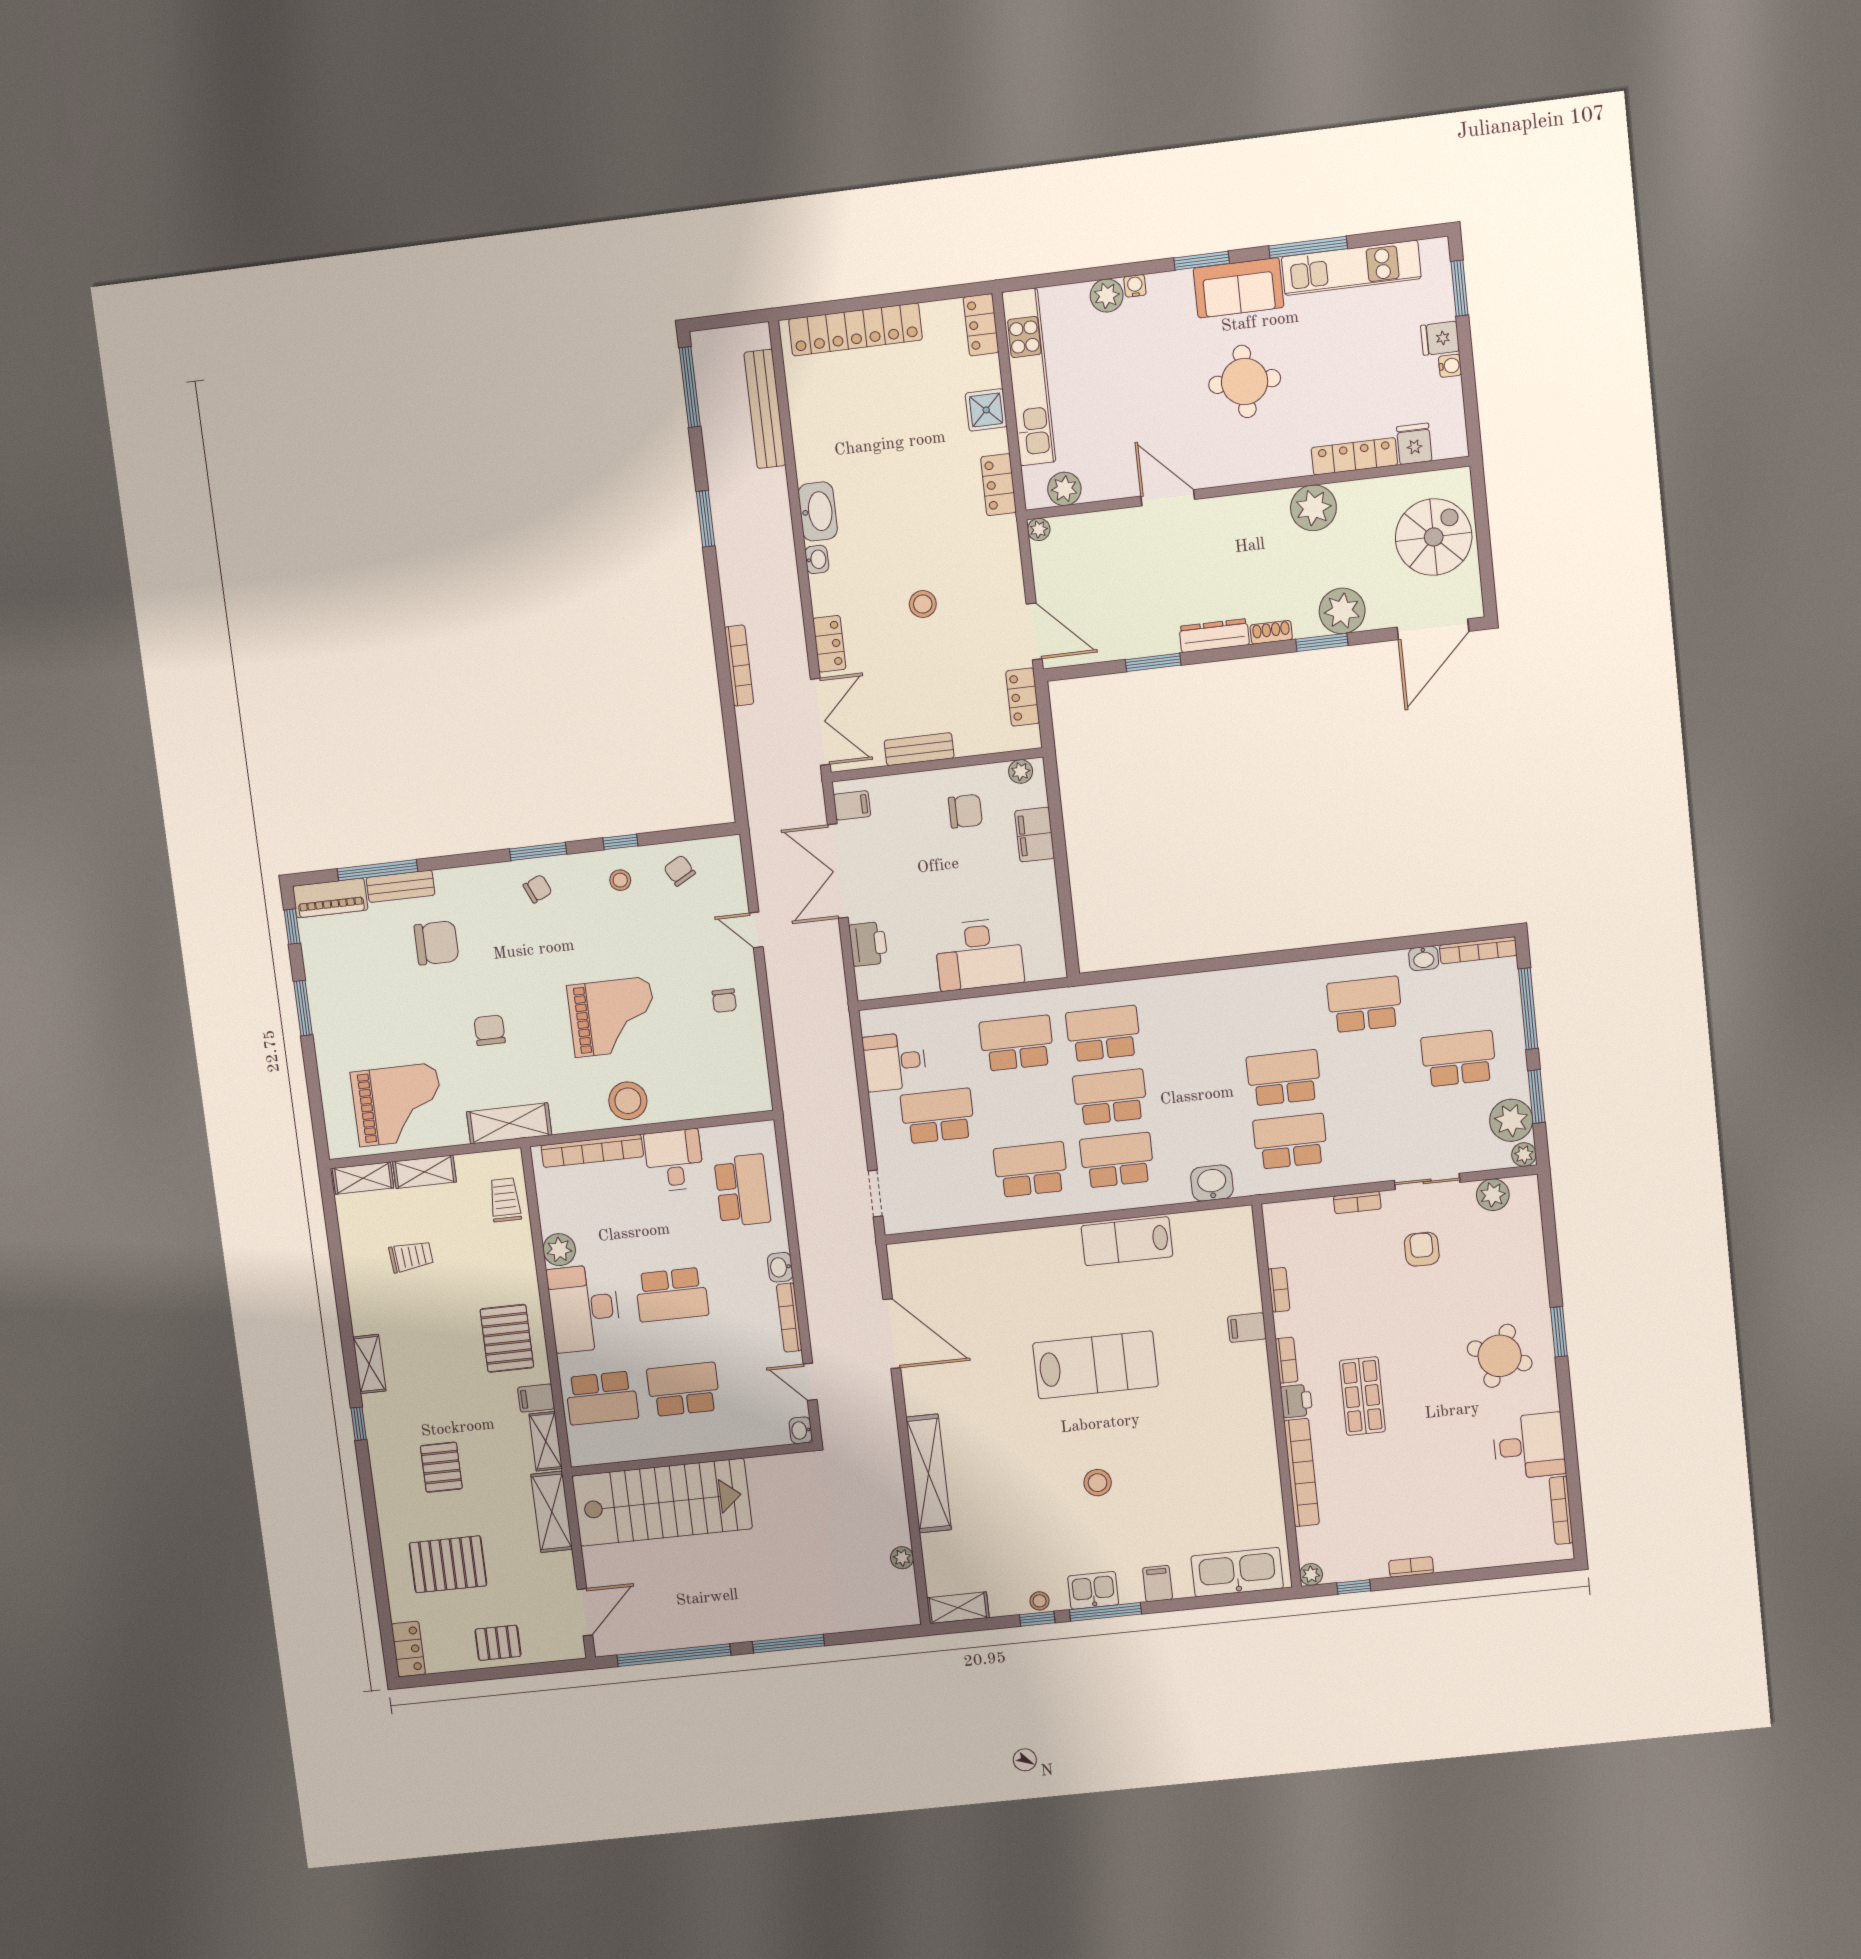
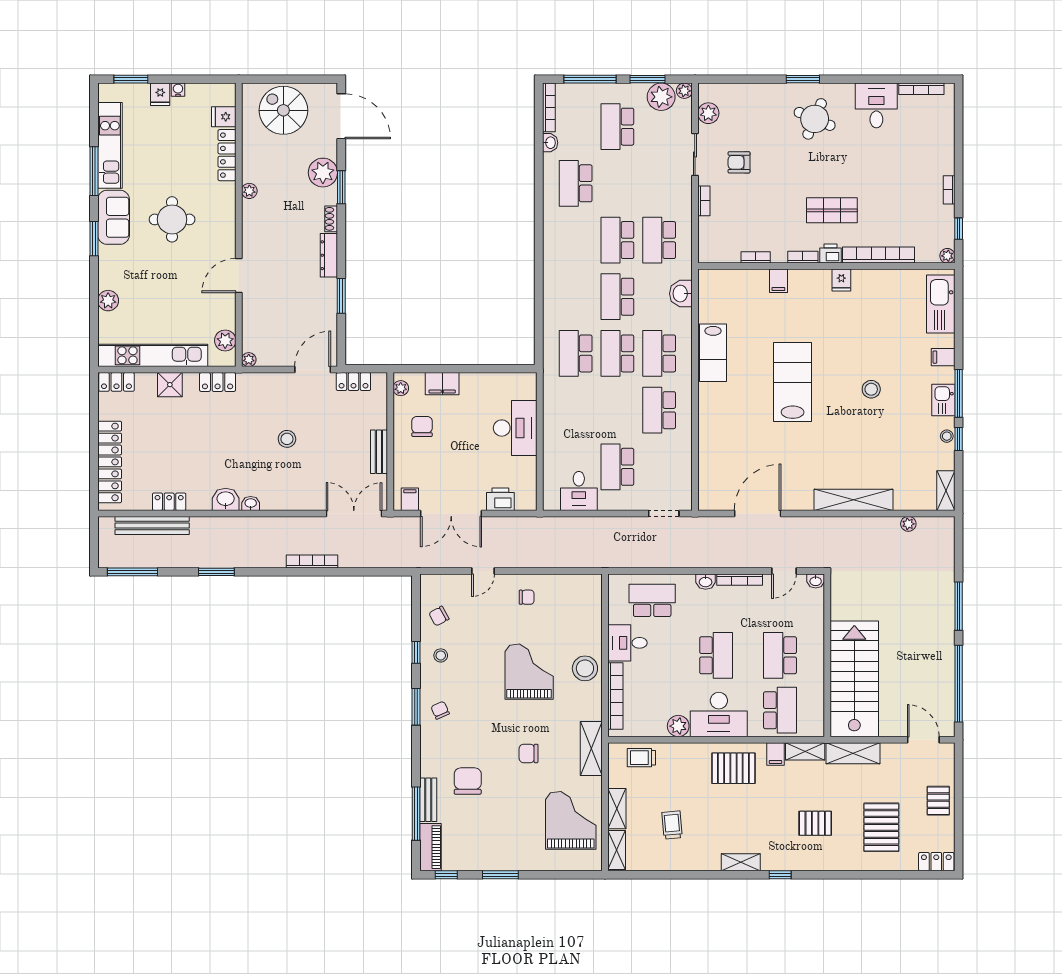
water cooler: (1135, 286) -> (104, 282), removed
plant: (1313, 508) -> (249, 191), width x0.53, depth x0.53
washbasin: (818, 511) -> (226, 499), width x0.72
locker: (829, 644) -> (169, 502), moved
school desk: (1017, 1043) -> (617, 297), moved
fridge: (1258, 1421) -> (841, 280), added

